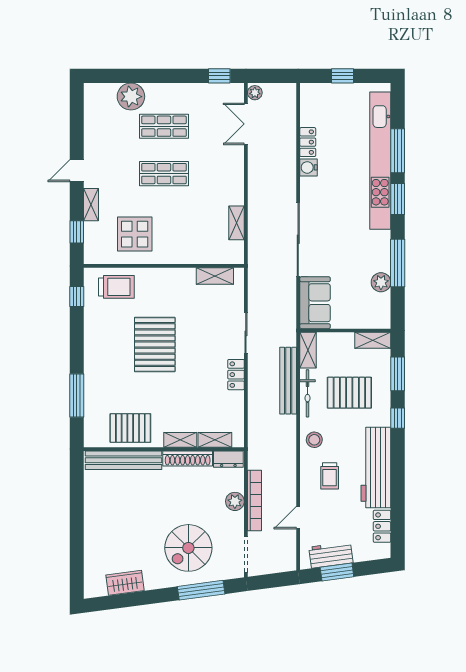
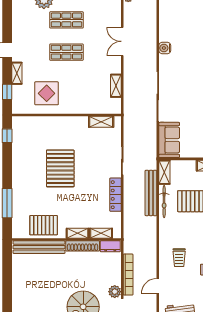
double door: (246, 124) -> (122, 41), moved
locker: (308, 142) -> (164, 31), removed
trolley: (116, 287) -> (34, 129), removed
locker: (236, 375) -> (115, 195), width x1.53
stool: (314, 440) -> (169, 233), removed
plant: (235, 501) -> (115, 292), moved

